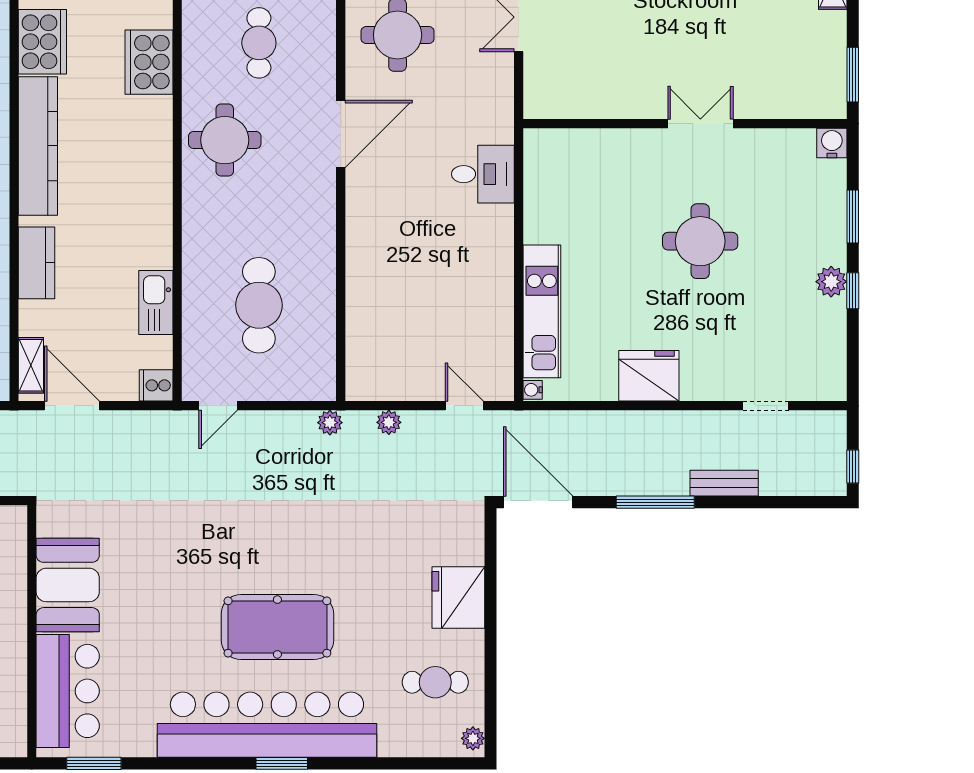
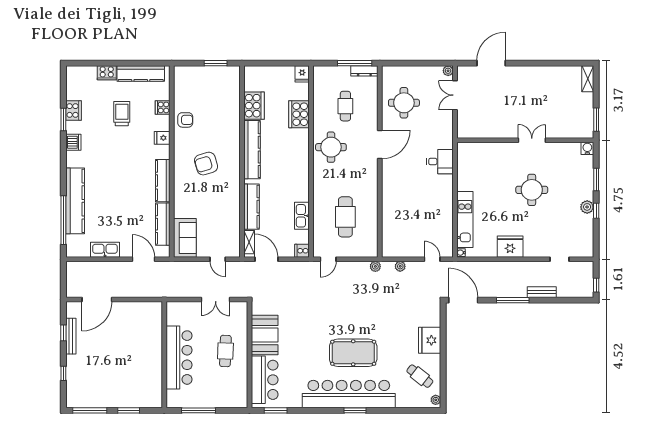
kitchen counter: (36, 263) -> (251, 207), width x1.50
cafe table: (435, 682) -> (420, 376), turned 38

